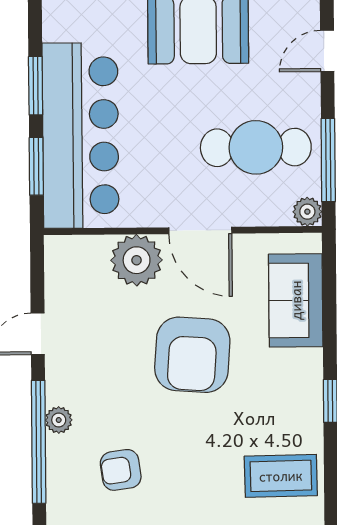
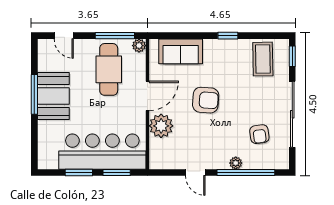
armchair: (192, 355) -> (206, 100), width x0.73, depth x0.73

